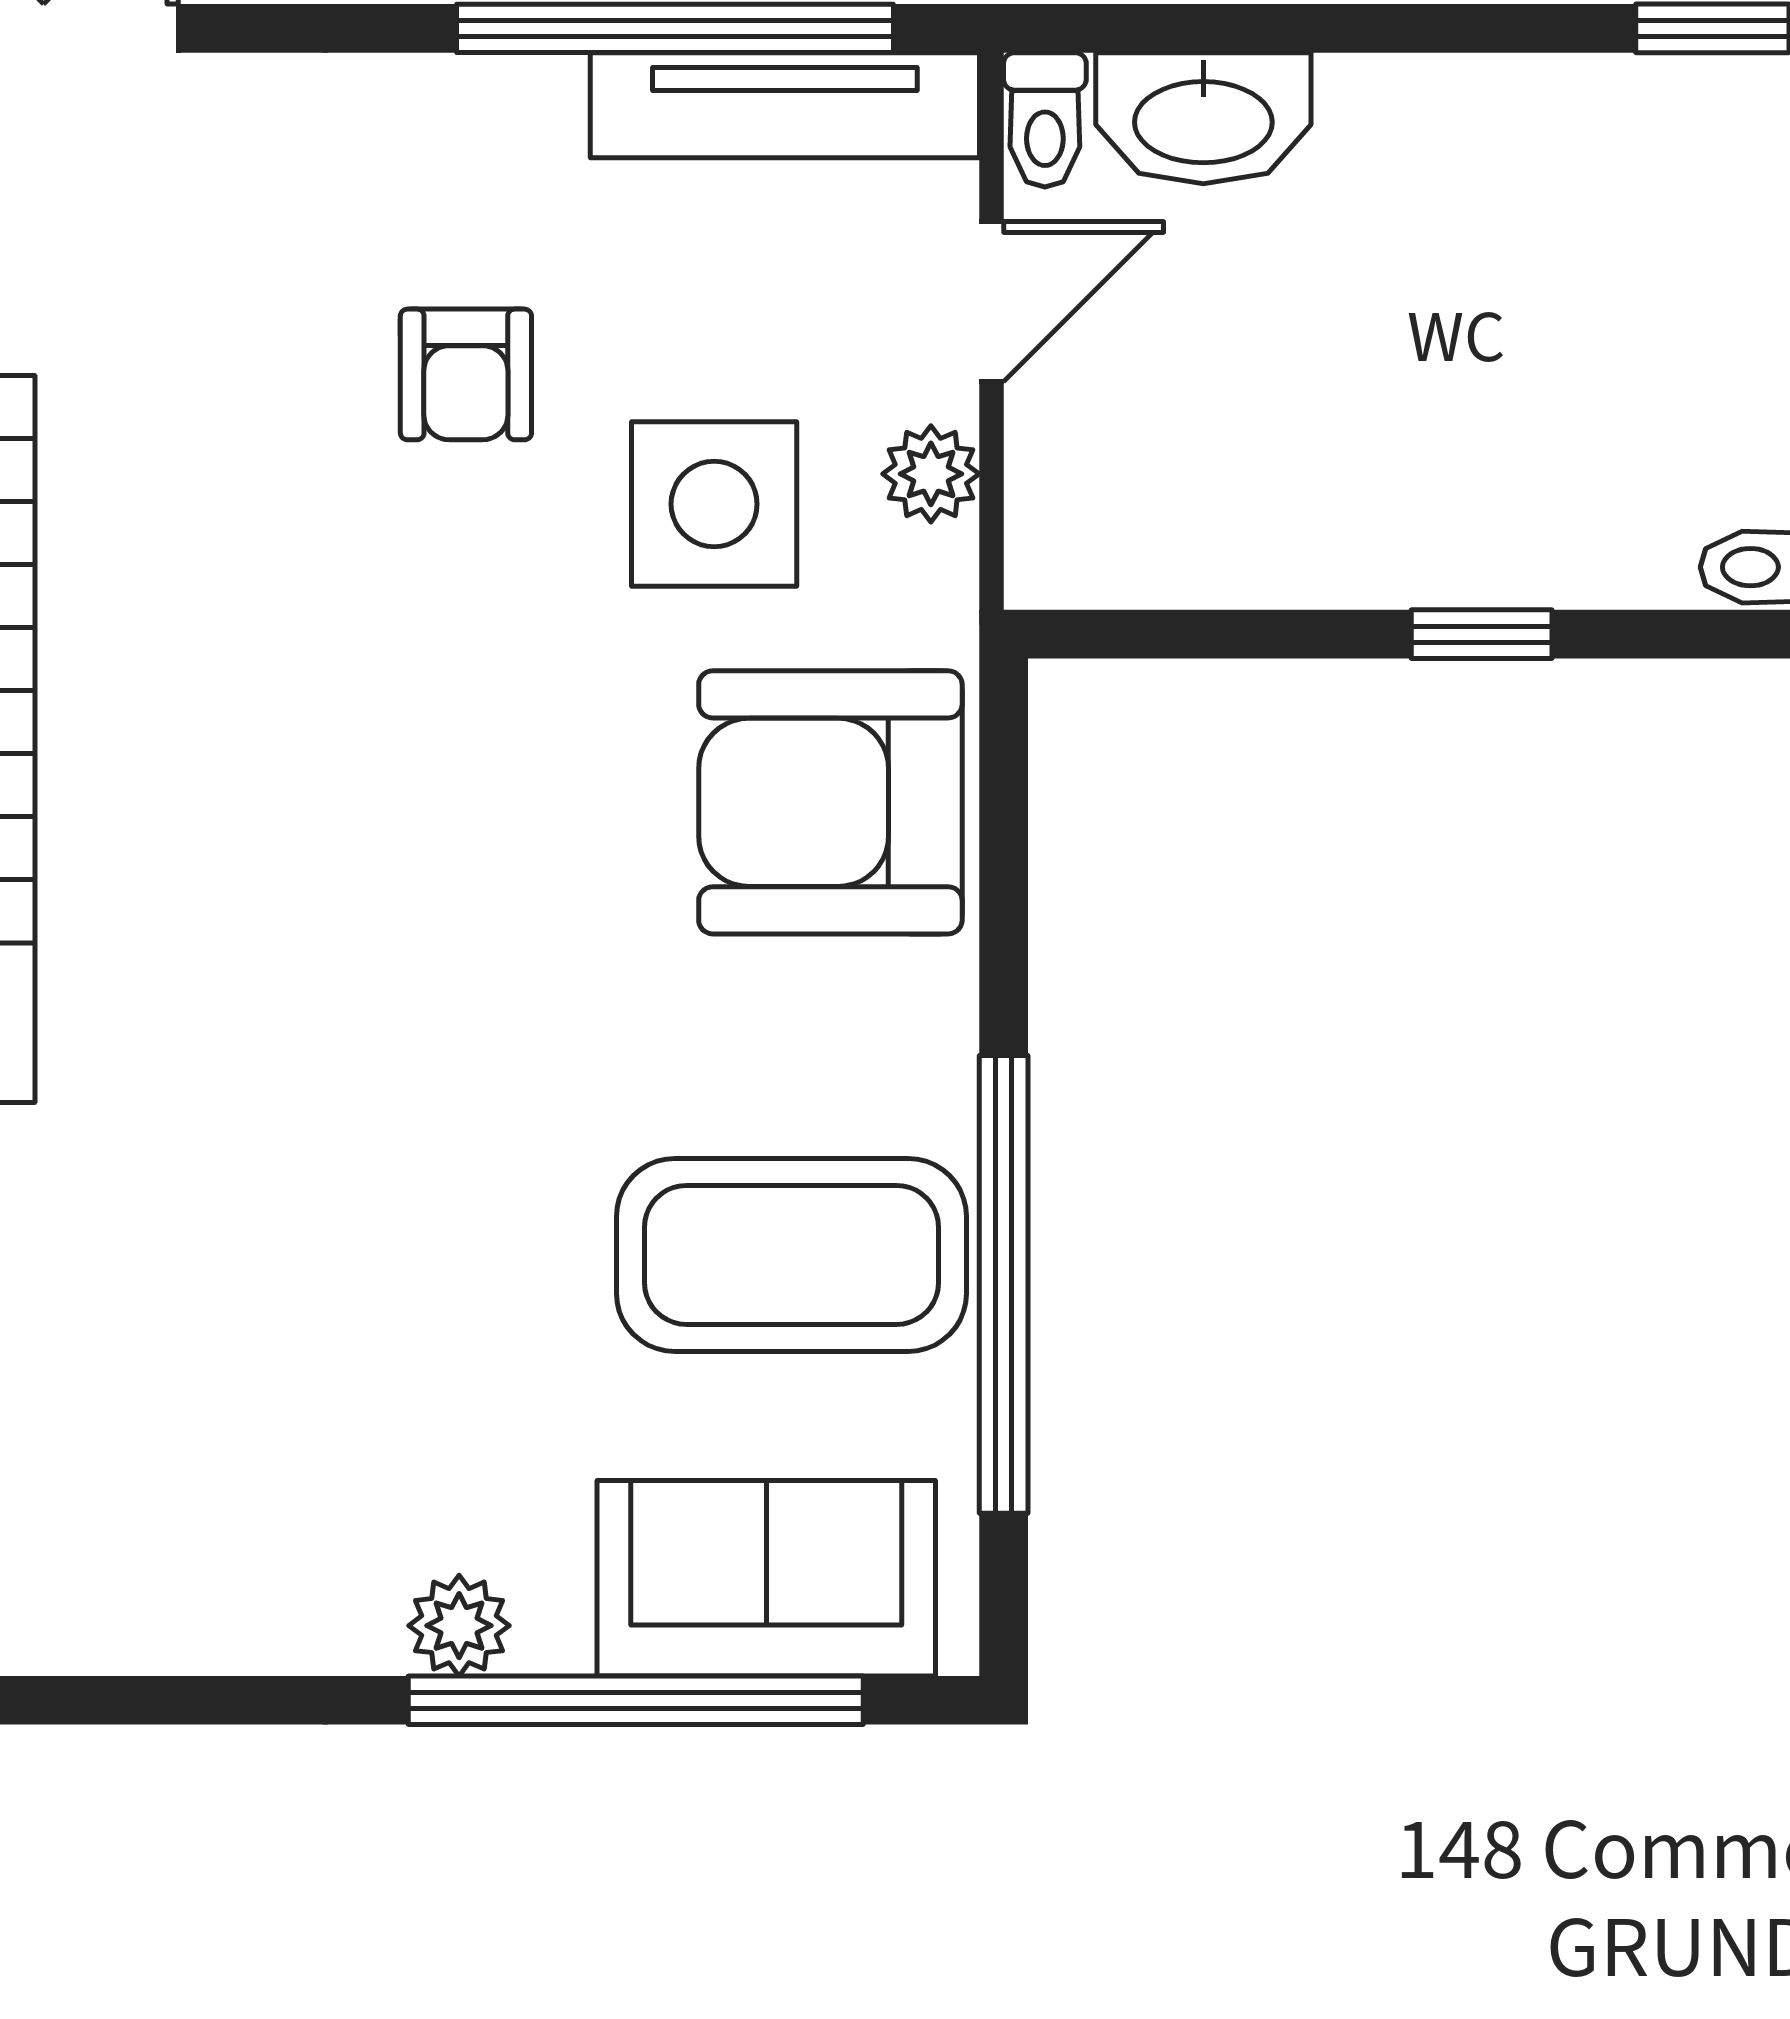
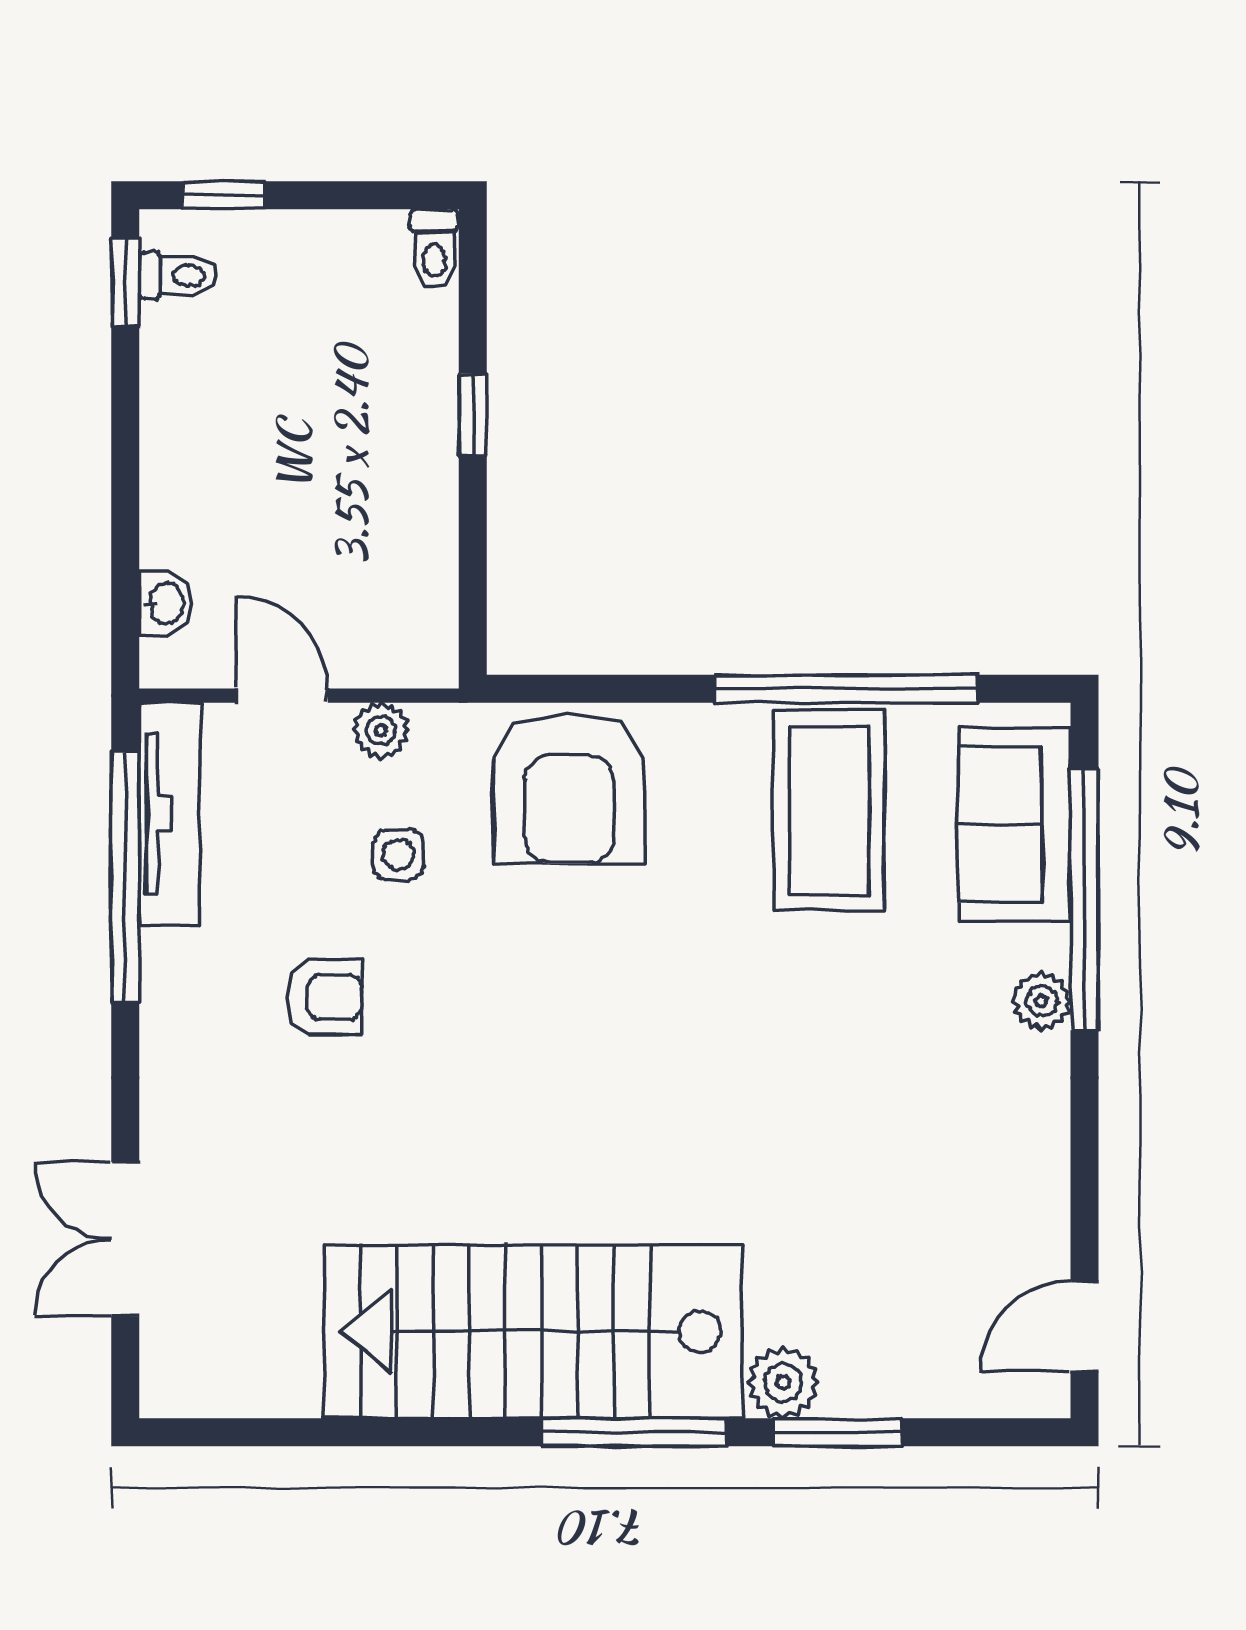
washbasin: (1203, 118) -> (165, 603), width x0.52, depth x0.69
toilet: (1045, 120) -> (178, 276), moved
side table: (714, 504) -> (398, 855), width x0.54, depth x0.54

